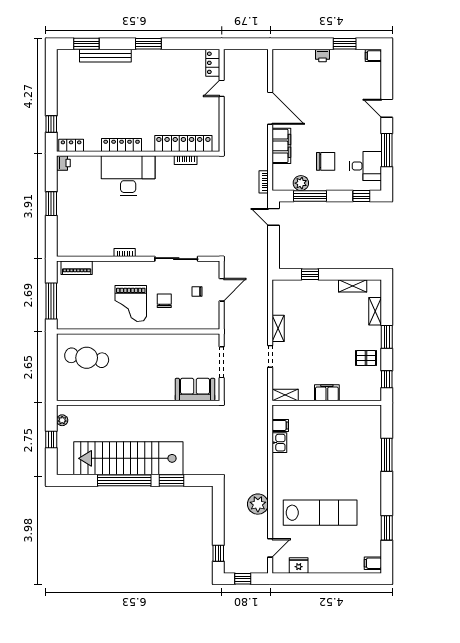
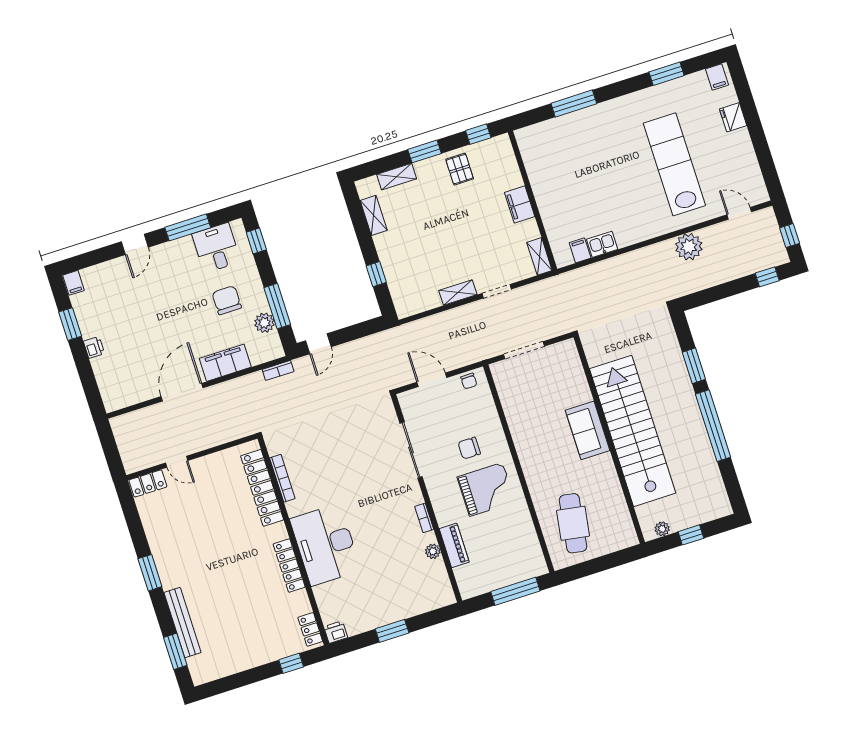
bookcase: (186, 160) -> (282, 478), width x1.56
plant: (99, 251) -> (433, 551), added
piano: (77, 268) -> (454, 545), moved
chair: (197, 291) -> (469, 381), moved
sofa: (195, 390) -> (588, 430), moved
stairs: (128, 458) -> (633, 431), moved, turned 180
fridge: (299, 565) -> (733, 117), moved

